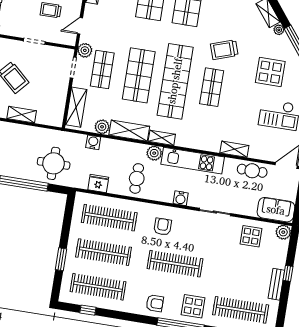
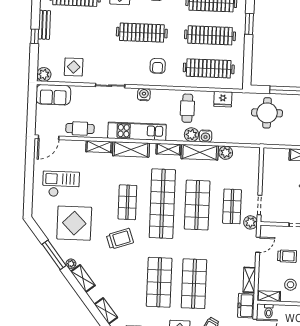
display table: (270, 72) -> (74, 223), width x1.36, depth x1.36
shelving: (76, 107) -> (131, 149), moved, turned 90
water cooler: (93, 142) -> (206, 136), moved
plant: (154, 153) -> (191, 135), moved

